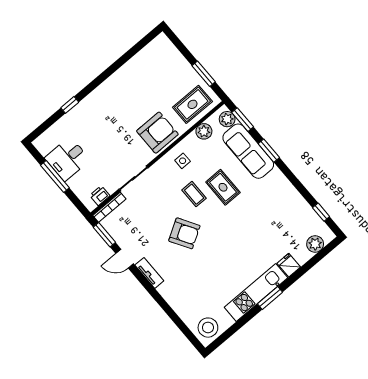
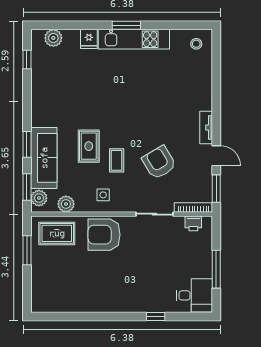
desk: (67, 159) -> (194, 295), moved
armchair: (184, 233) -> (159, 162), moved
stool: (208, 328) -> (196, 44), width x0.53, depth x0.53

